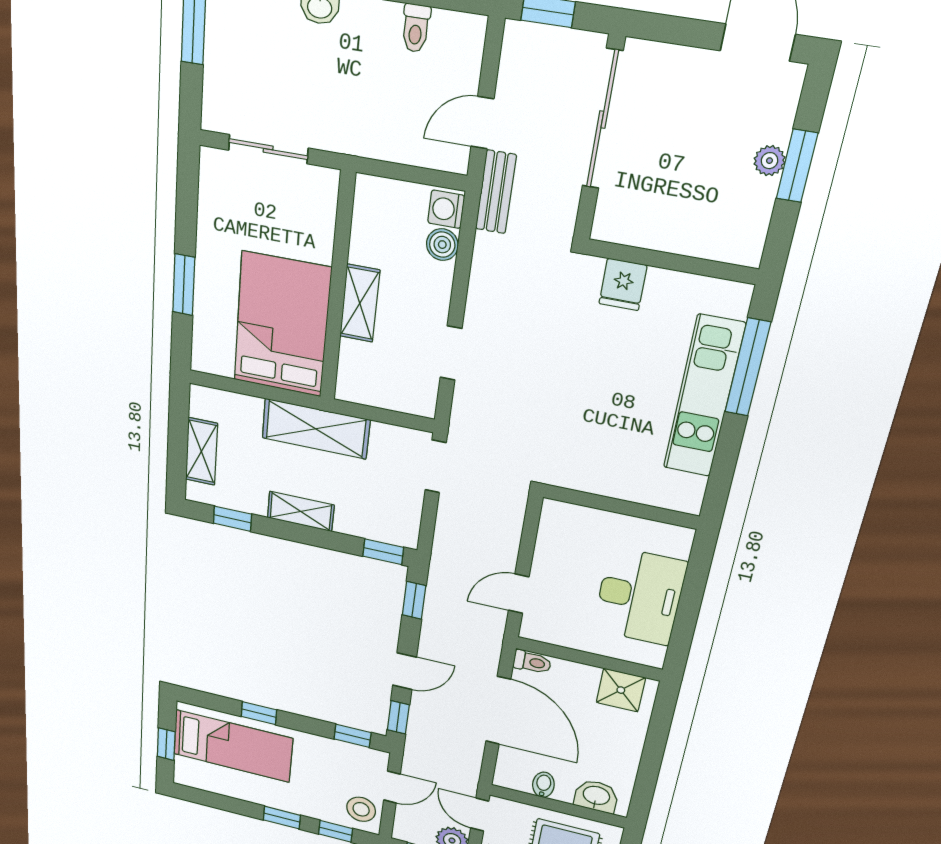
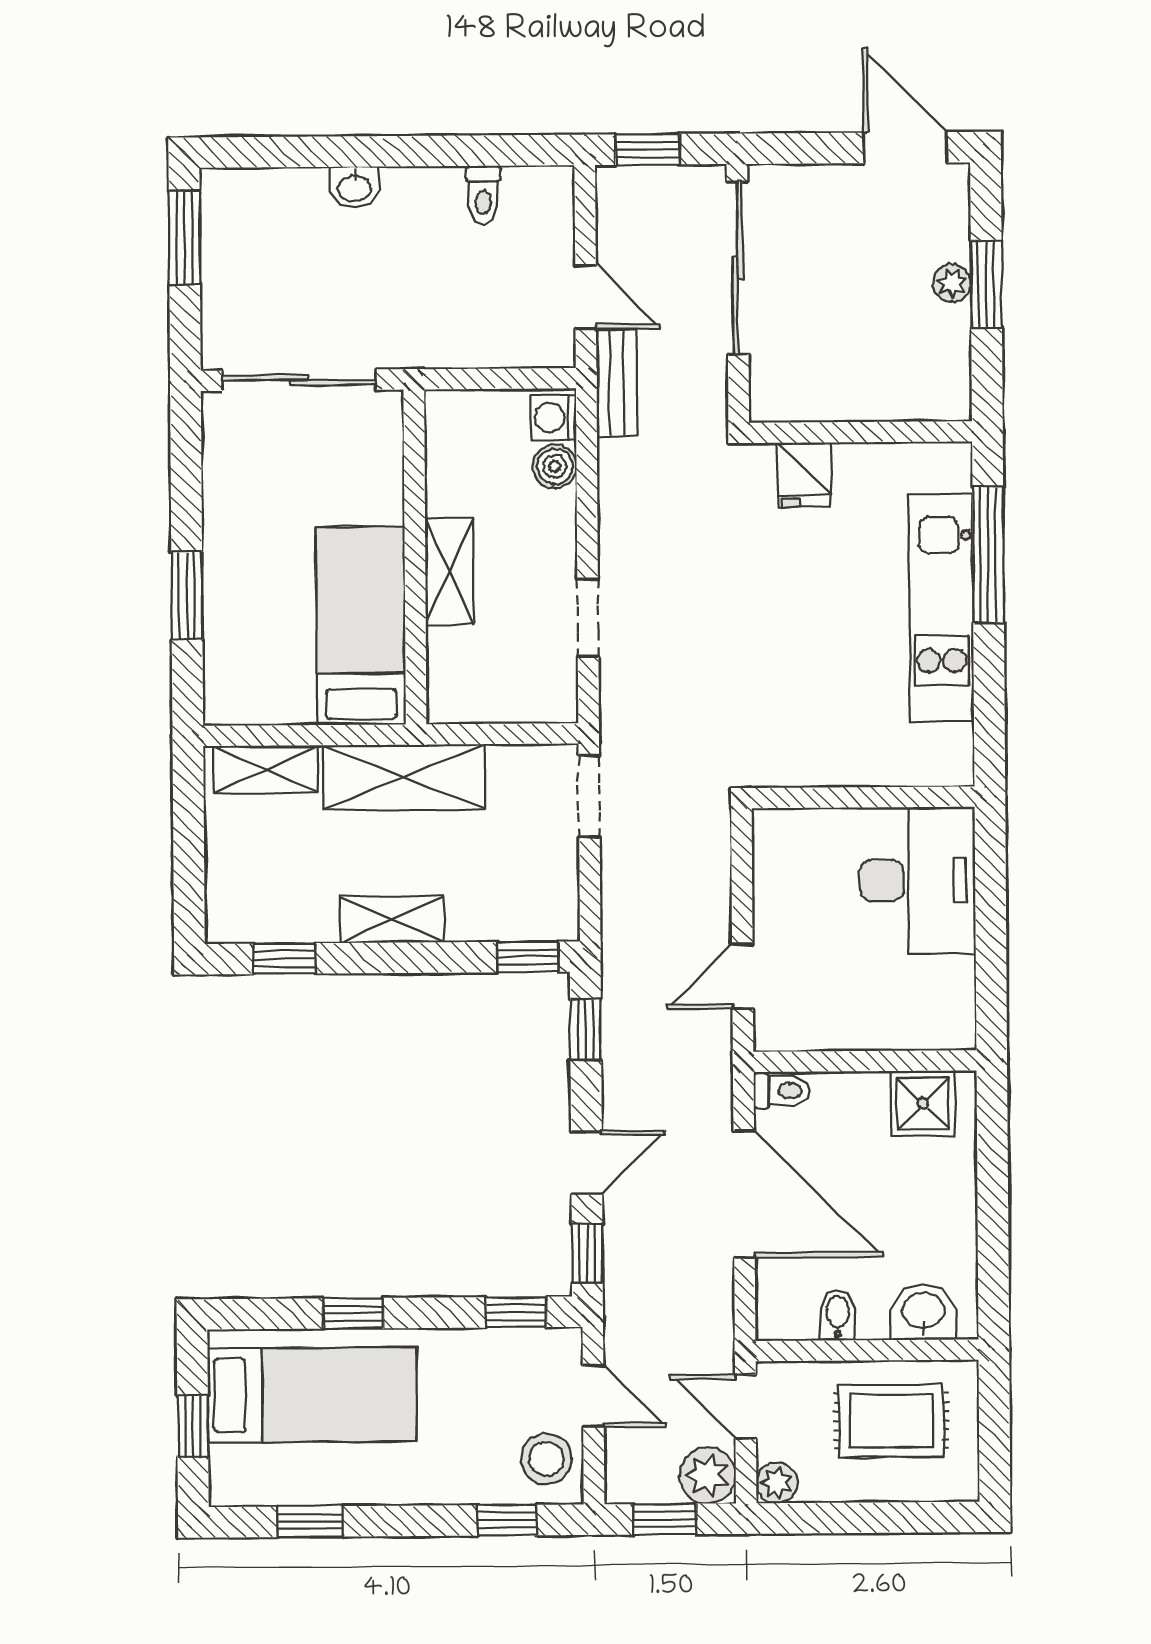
door: (482, 123) -> (586, 297), swing flipped
sliding door: (268, 149) -> (299, 380), width x1.37
bed: (282, 325) -> (361, 626), width x0.67
shelving: (201, 451) -> (266, 769), moved, turned 90
desk: (639, 596) -> (918, 881), moved
door: (392, 787) -> (593, 1396), hinge flipped
window: (282, 818) -> (310, 1522), moved

